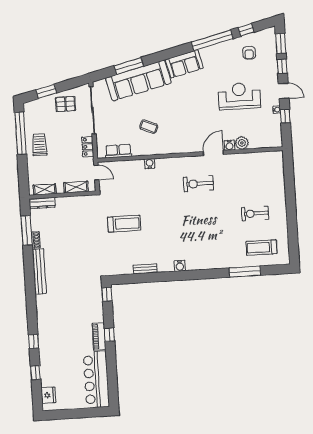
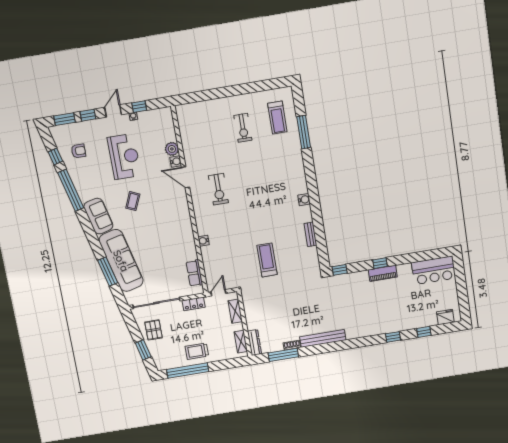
reception desk: (239, 96) -> (124, 157), turned 180
coffee table: (149, 127) -> (133, 201), moved
bar counter: (96, 379) -> (434, 270), width x0.73

